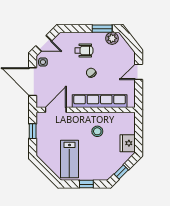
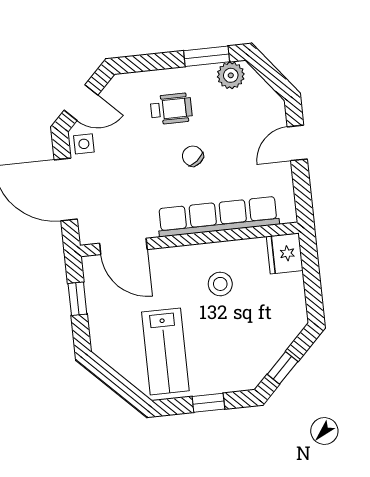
door: (56, 110) -> (123, 246), swing flipped
fridge: (128, 143) -> (285, 254), moved

